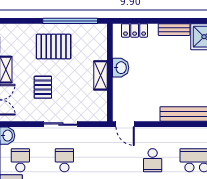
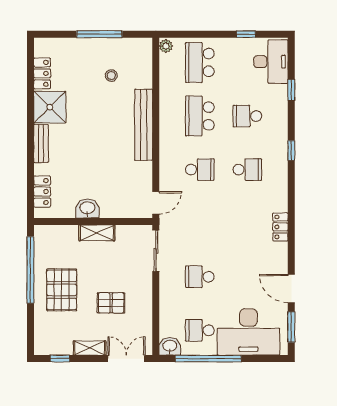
sliding door: (61, 124) -> (156, 251), moved

